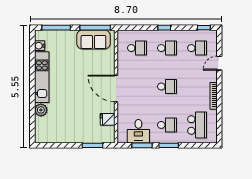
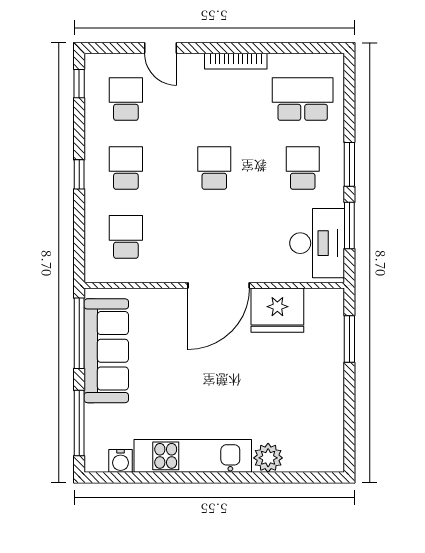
sofa: (93, 39) -> (106, 351), width x1.36
fridge: (108, 119) -> (277, 310), width x1.88, depth x1.34
desk: (138, 131) -> (317, 243), width x1.37

